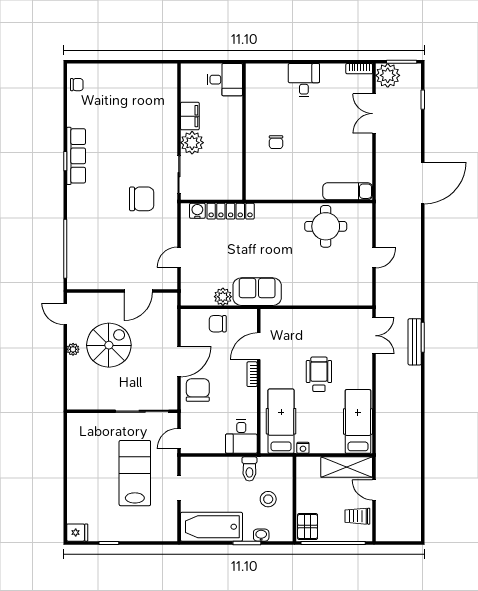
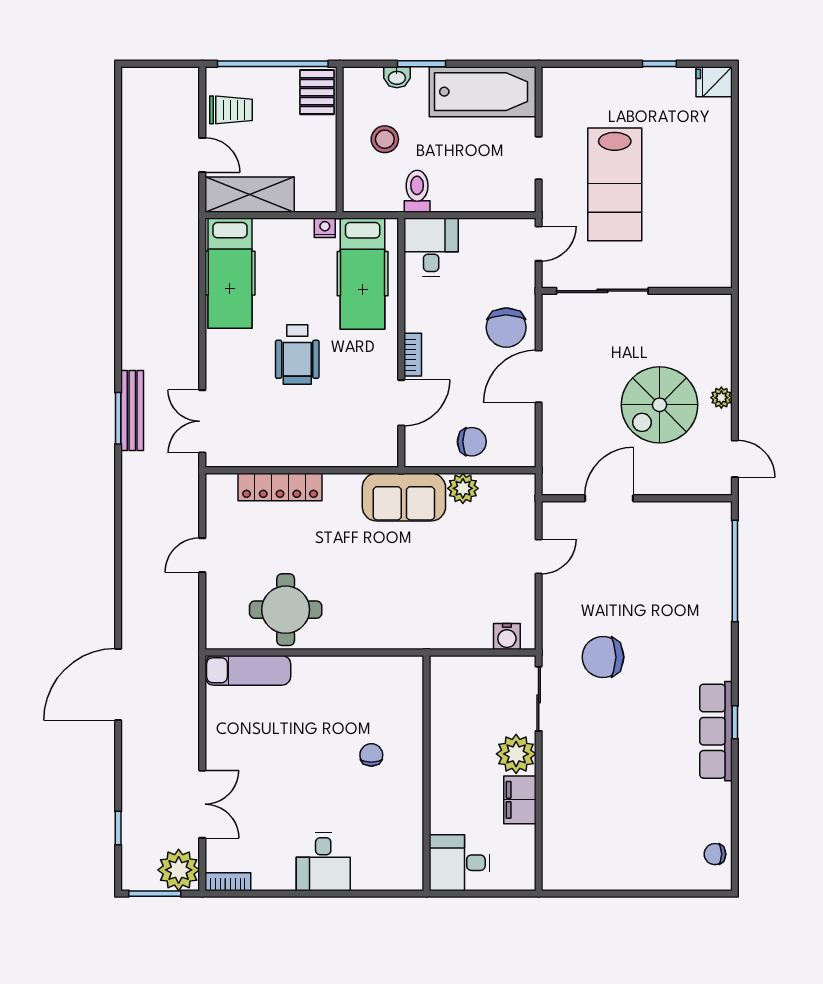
locker: (231, 211) -> (280, 487), moved, turned 180

